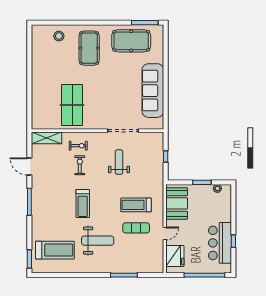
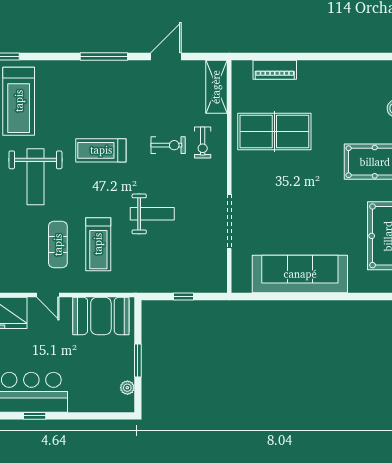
piano: (37, 105) -> (275, 70), added
weight bench: (119, 162) -> (152, 214), moved
treadmill: (136, 205) -> (98, 244), turned 180

